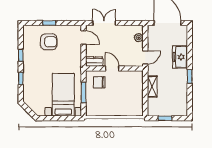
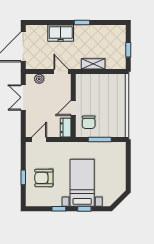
double door: (104, 23) -> (23, 97), moved
armchair: (49, 42) -> (44, 178), turned -90
bed with nightstands: (63, 95) -> (82, 183), moved, turned 90

